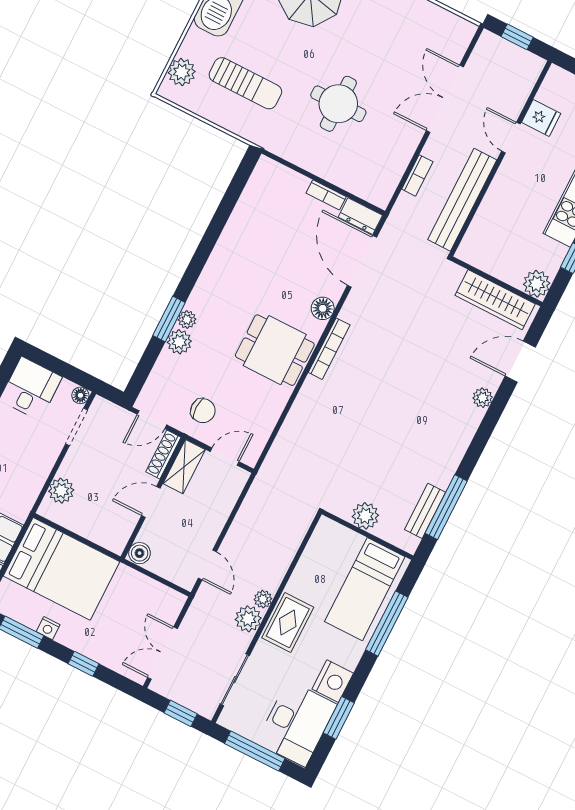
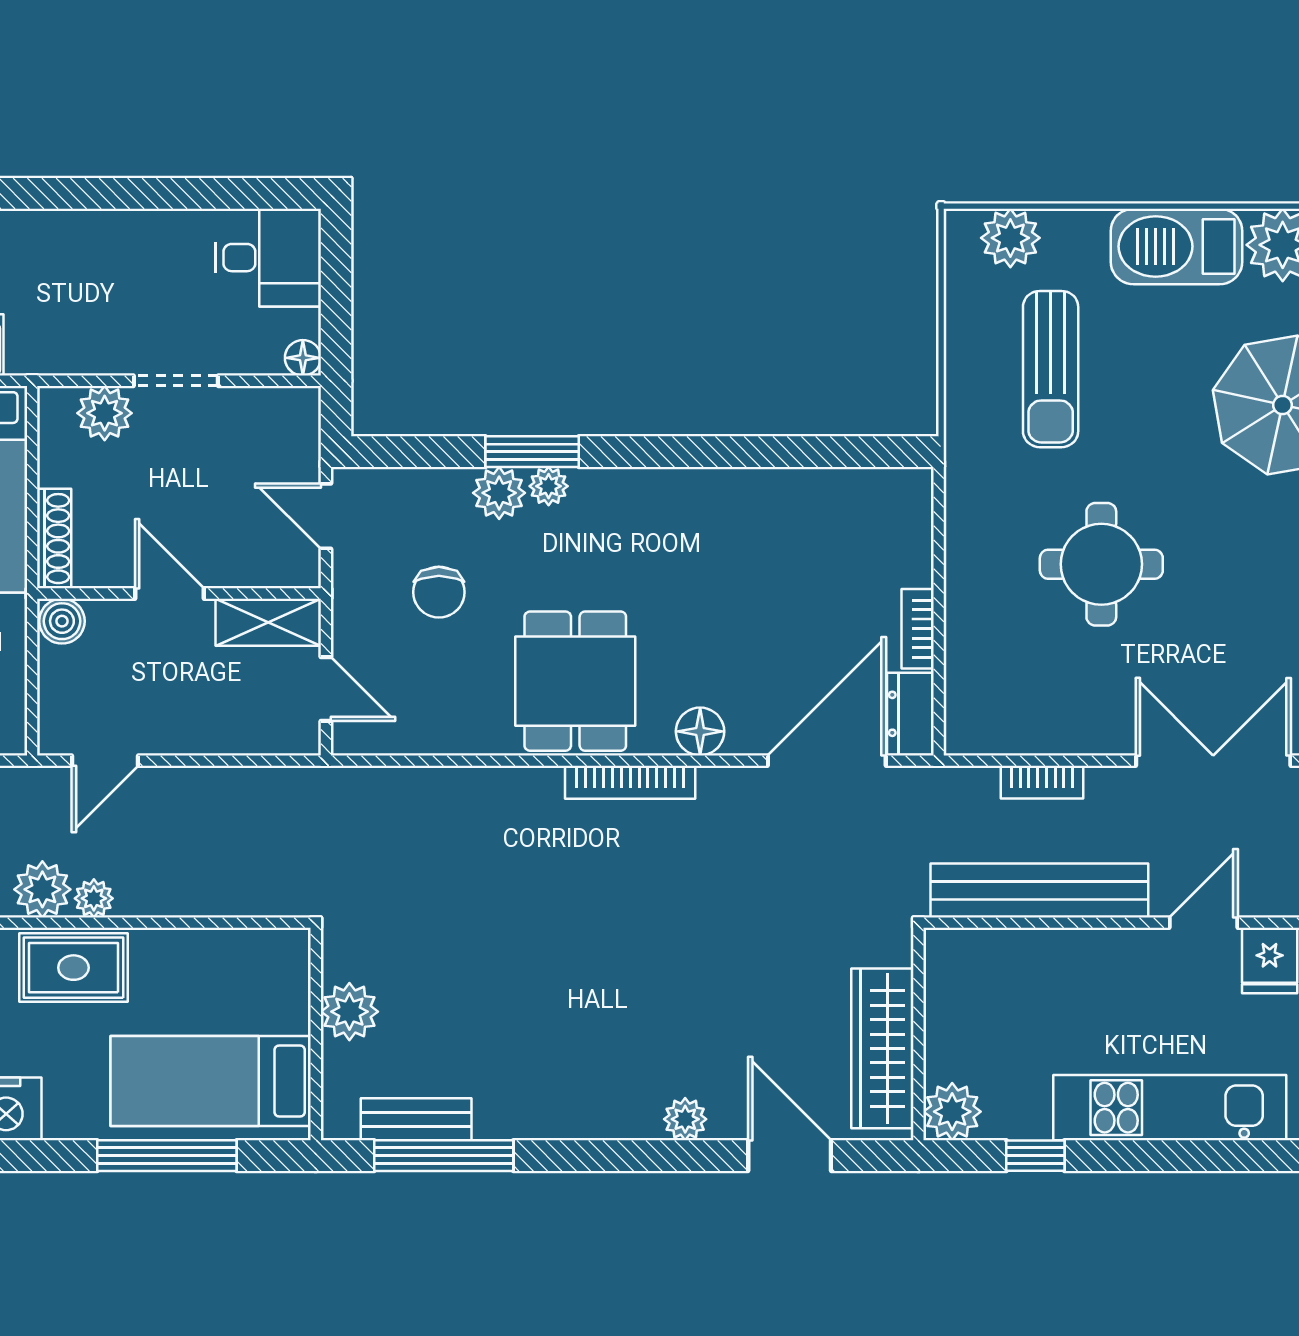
chair: (203, 411) -> (439, 592), moved
doorway: (76, 427) -> (176, 381), moved
shoe rack: (163, 455) -> (54, 539), moved, turned 90

